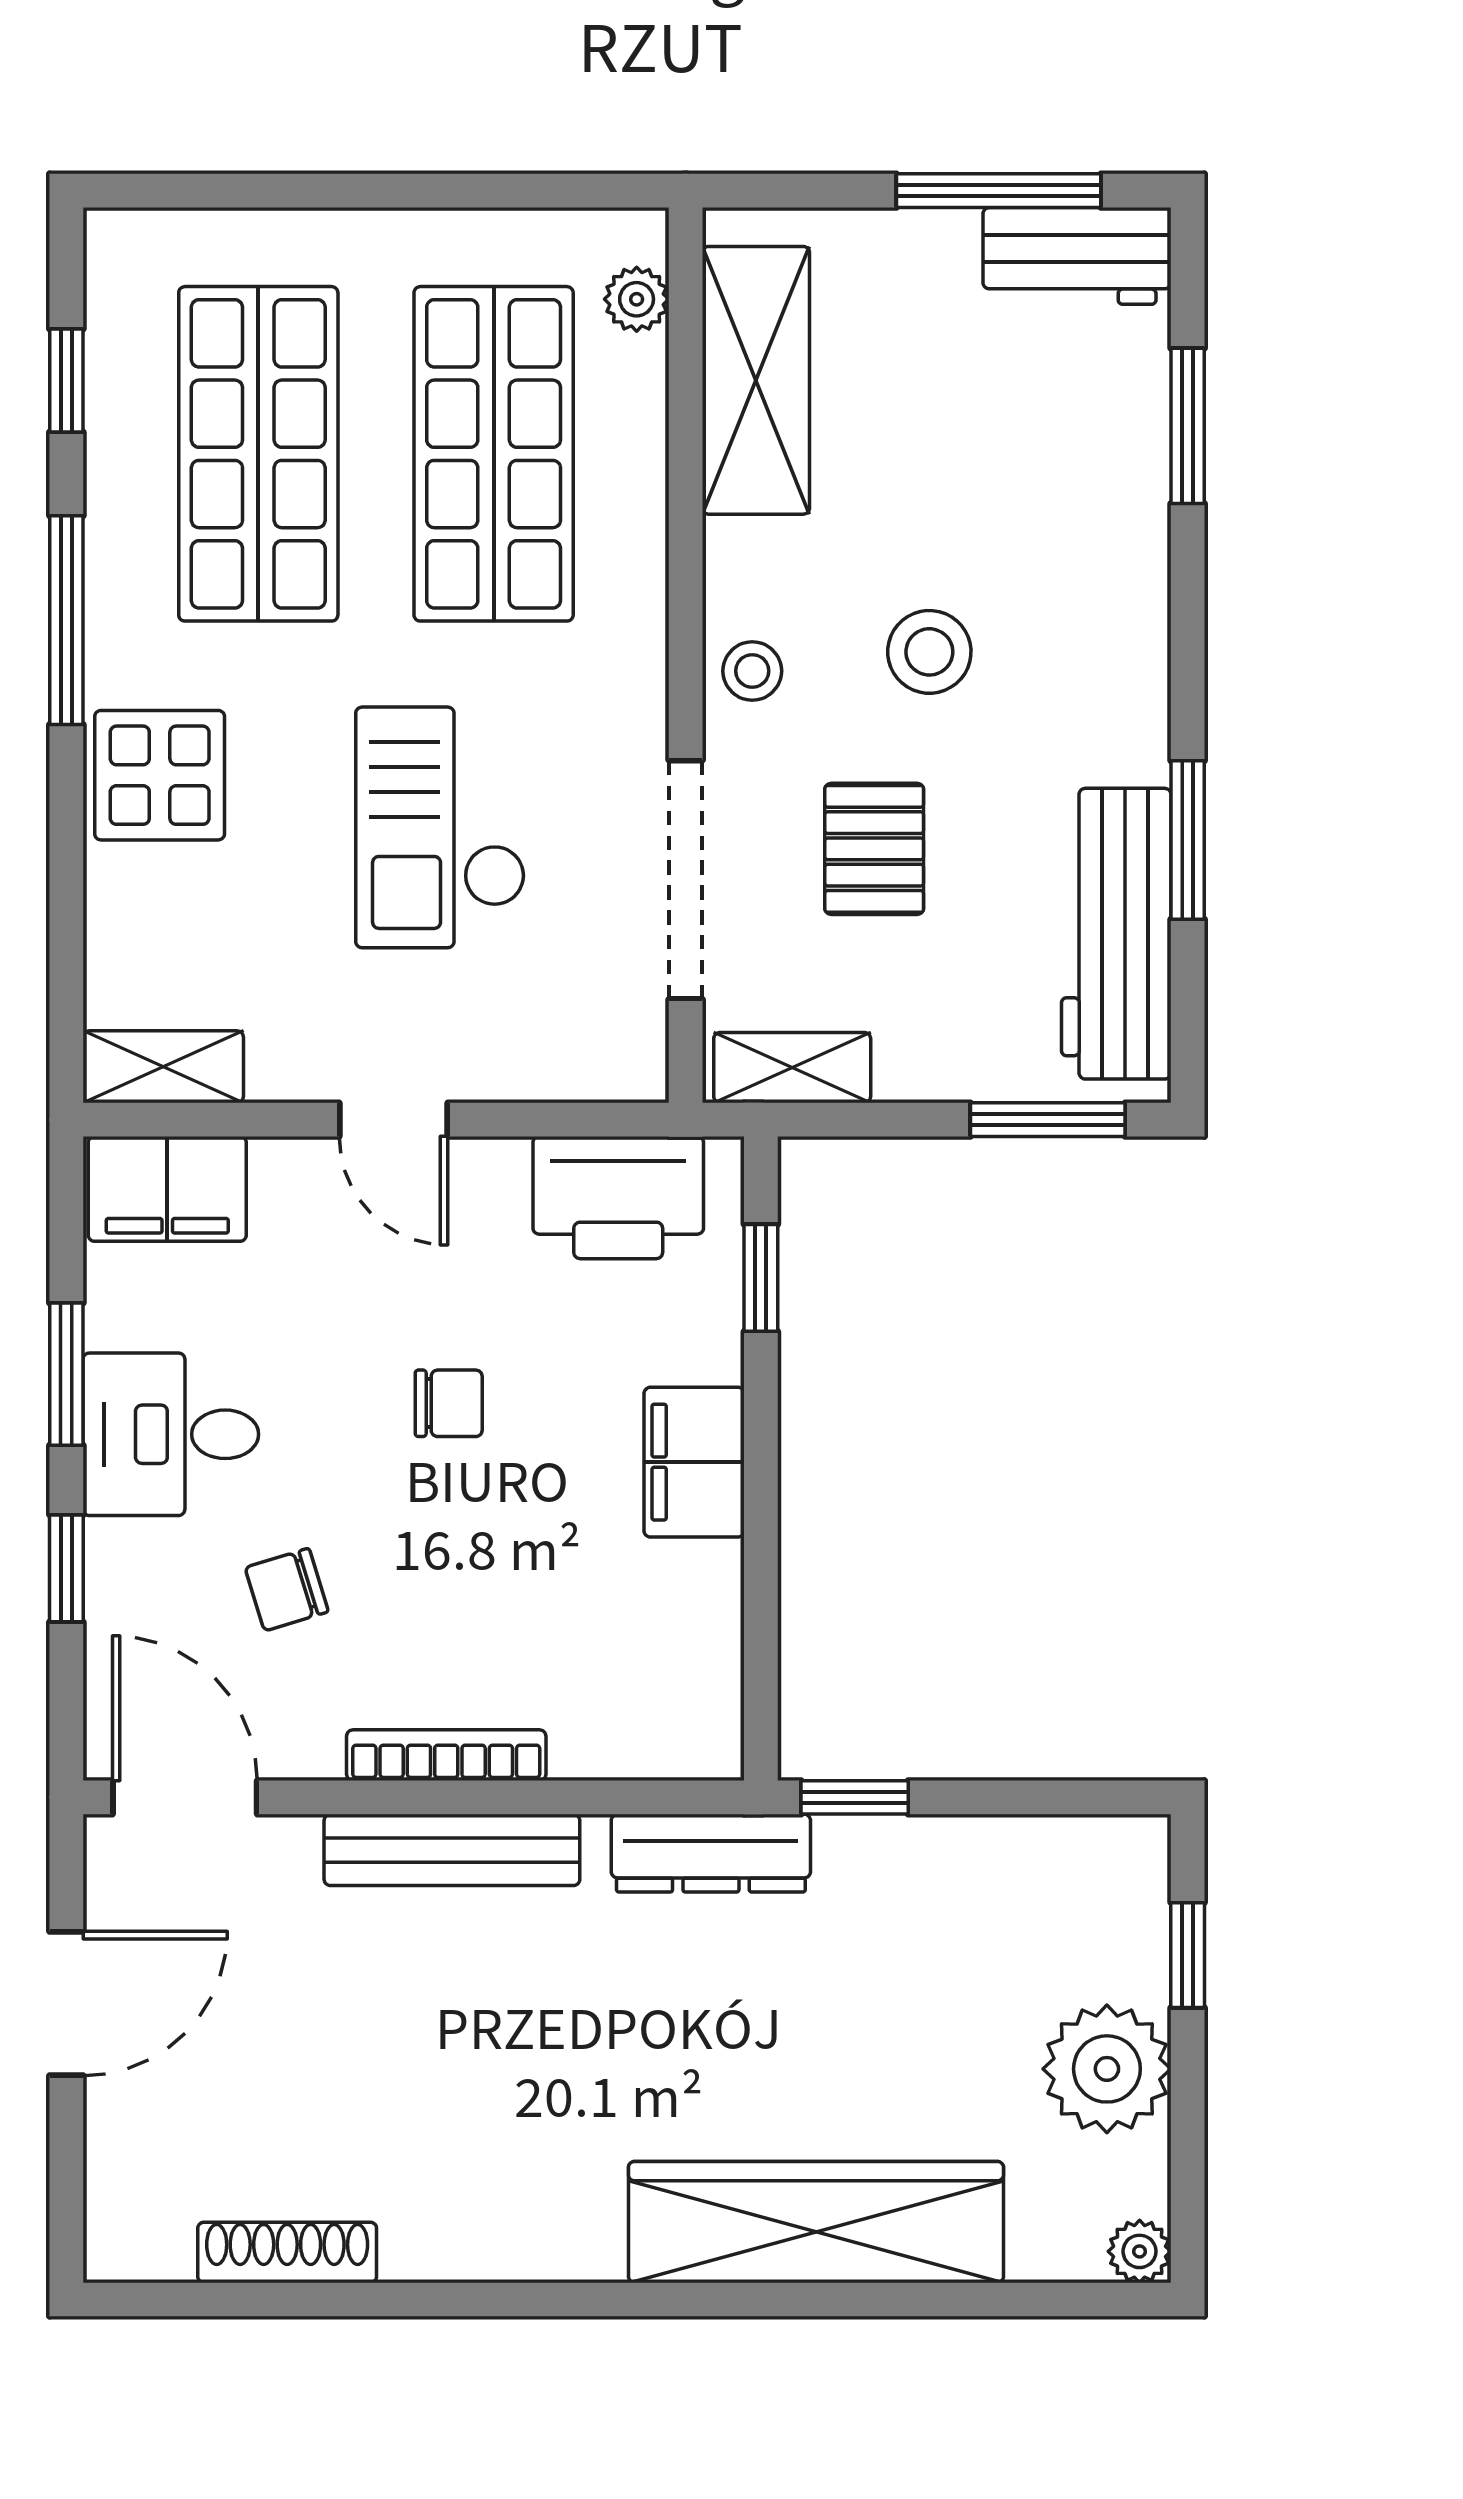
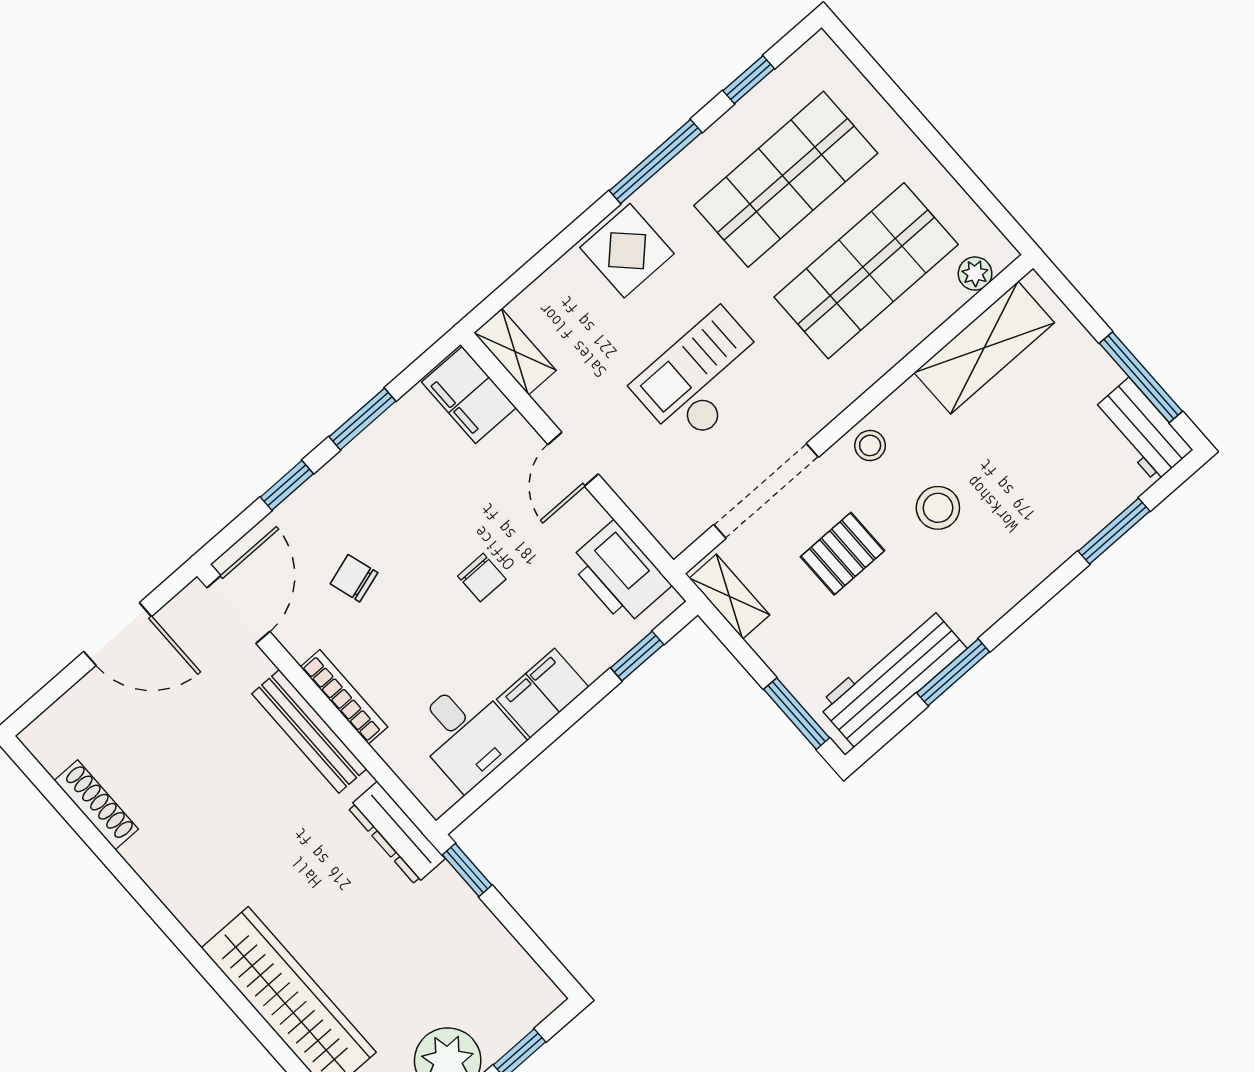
desk: (171, 1434) -> (466, 734), moved, turned 180

